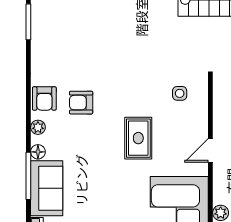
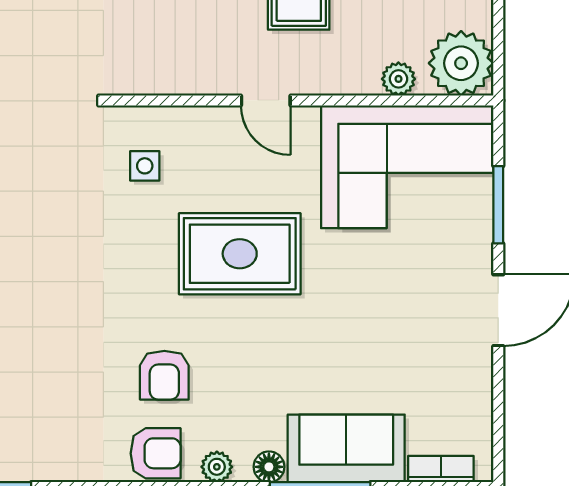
rug: (138, 138) -> (240, 254), width x1.36, depth x1.43

